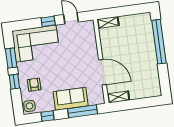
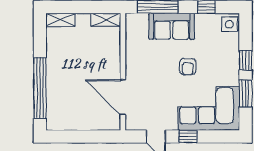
shelving: (108, 22) -> (61, 20), moved
door: (103, 72) -> (123, 97), moved
armchair: (34, 85) -> (188, 67), moved

